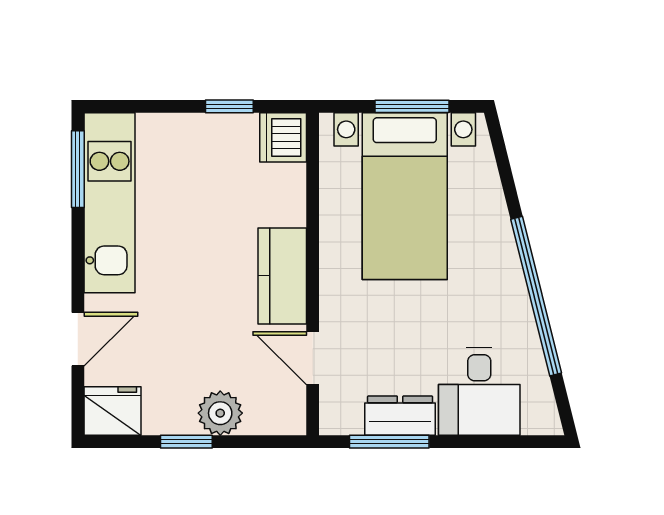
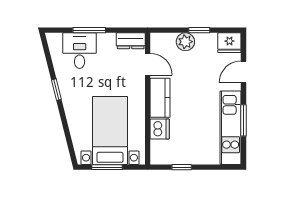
dishwasher: (283, 137) -> (160, 129), moved
window: (78, 169) -> (244, 120), moved
window: (536, 296) -> (56, 90), width x0.32
dresser: (400, 416) -> (131, 41), moved
window: (389, 442) -> (89, 30), moved

